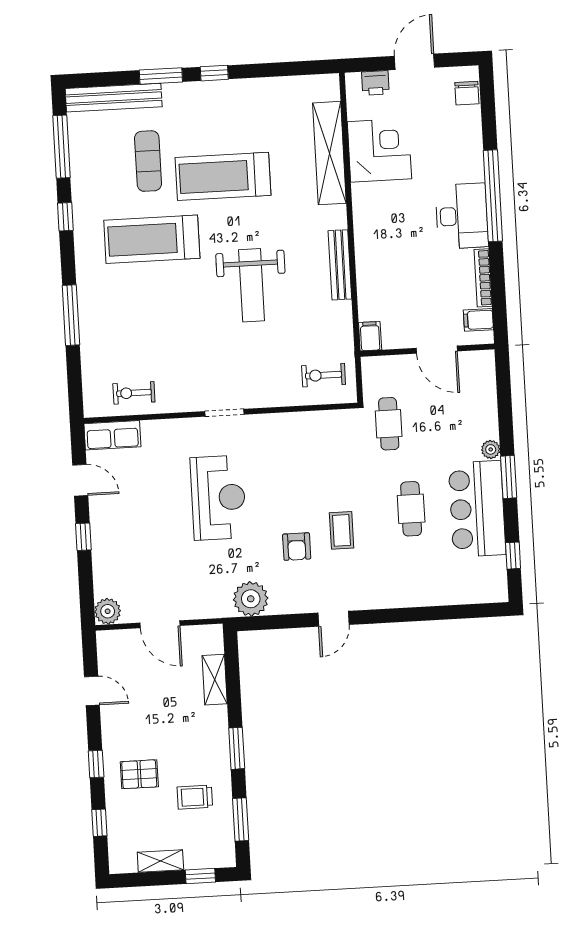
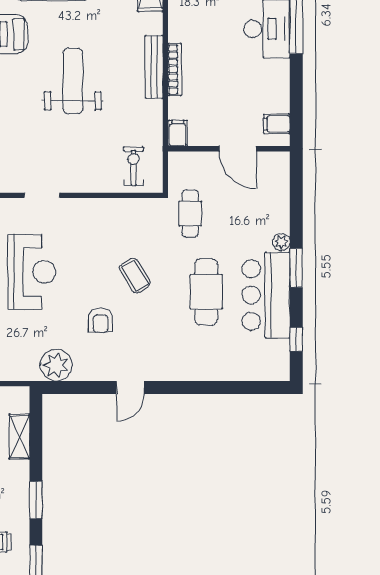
bookcase: (483, 278) -> (175, 70), moved, turned 180
weight bench: (252, 285) -> (73, 81), turned 180
exercise bike: (324, 375) -> (134, 166), turned 90
cafe table: (411, 509) -> (206, 292), width x1.37, depth x1.35
coffee table: (342, 530) -> (135, 276), moved, turned -31

